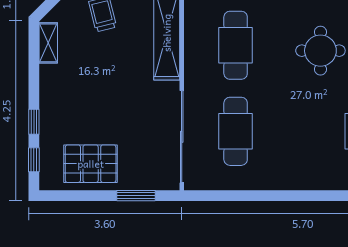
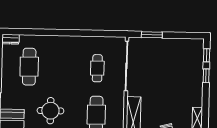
cafe table: (236, 131) -> (97, 68), width x0.73, depth x0.74
pallet: (91, 164) -> (176, 52), removed

